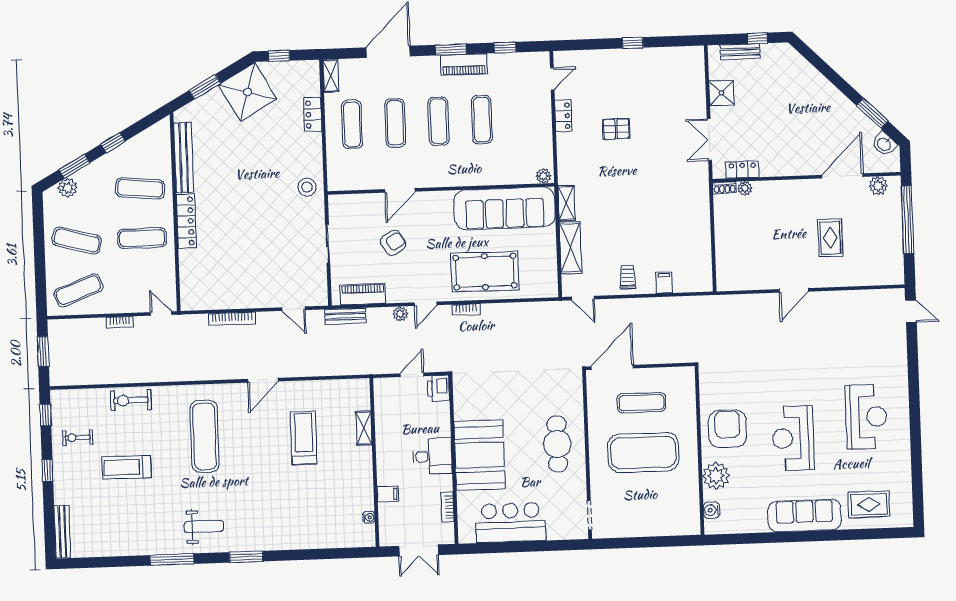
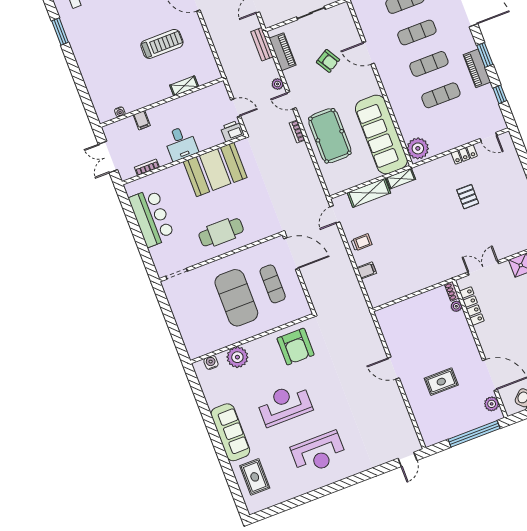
locker: (742, 170) -> (472, 306), width x1.53
plant: (543, 176) -> (418, 148), width x1.88, depth x1.88
armchair: (727, 429) -> (296, 347), moved, turned 90
booth: (479, 455) -> (215, 169), moved

